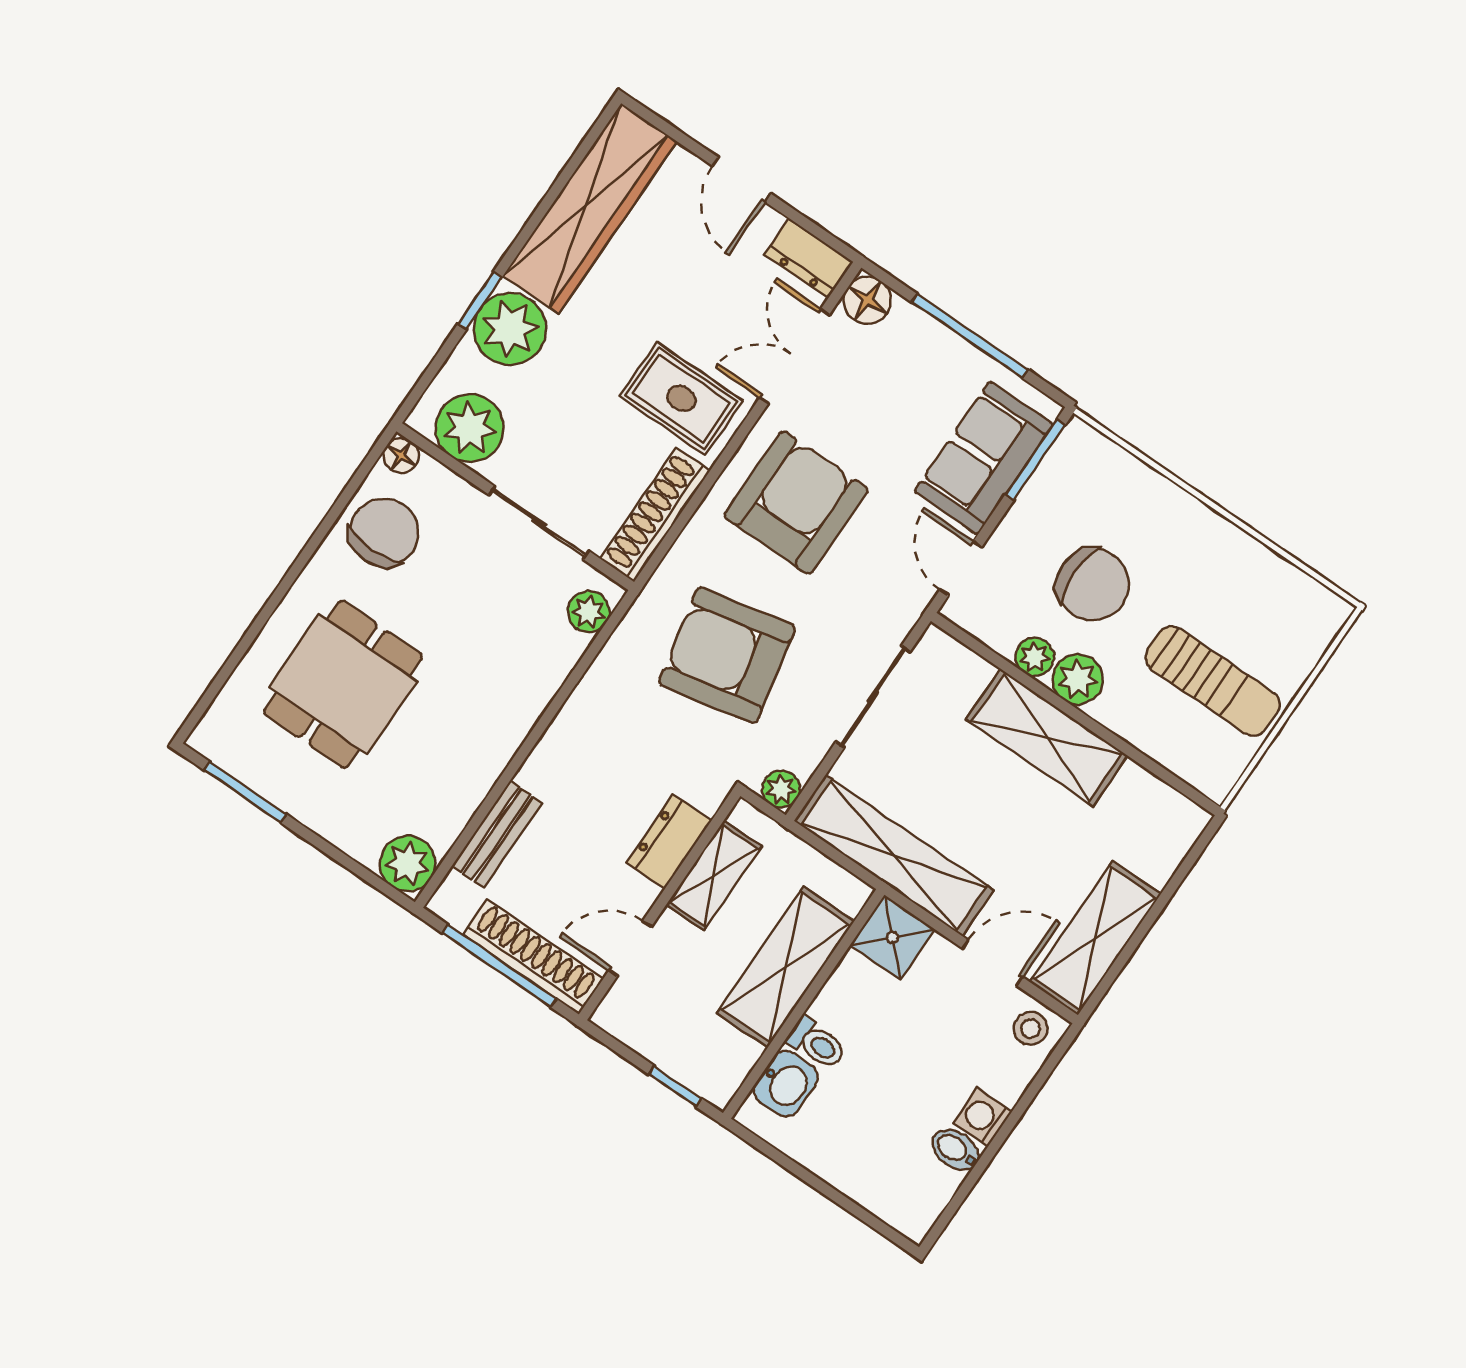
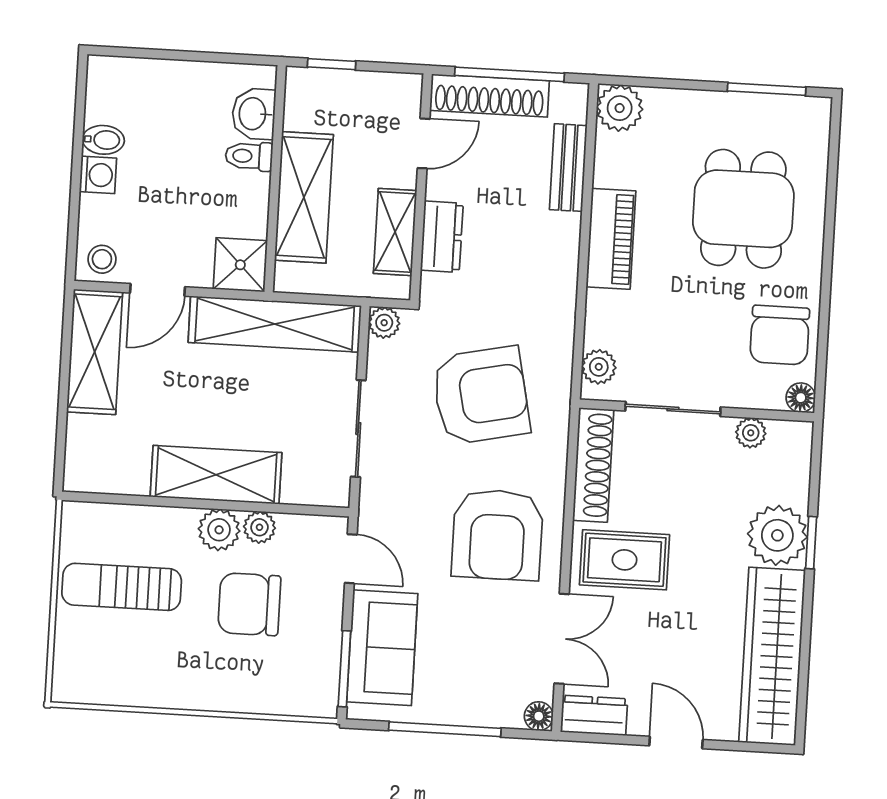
floor lamp: (867, 300) -> (539, 716), width x0.73, depth x0.73
plant: (470, 428) -> (751, 433), width x0.53, depth x0.53
piano: (497, 735) -> (611, 239), added

